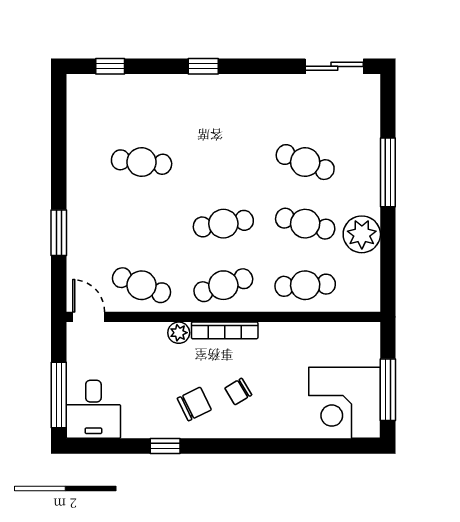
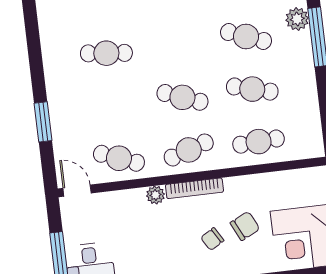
cafe table: (223, 224) -> (182, 97), turned 30
plant: (362, 234) -> (297, 19), moved, width x0.73, depth x0.73
chair: (194, 404) -> (245, 226), moved

